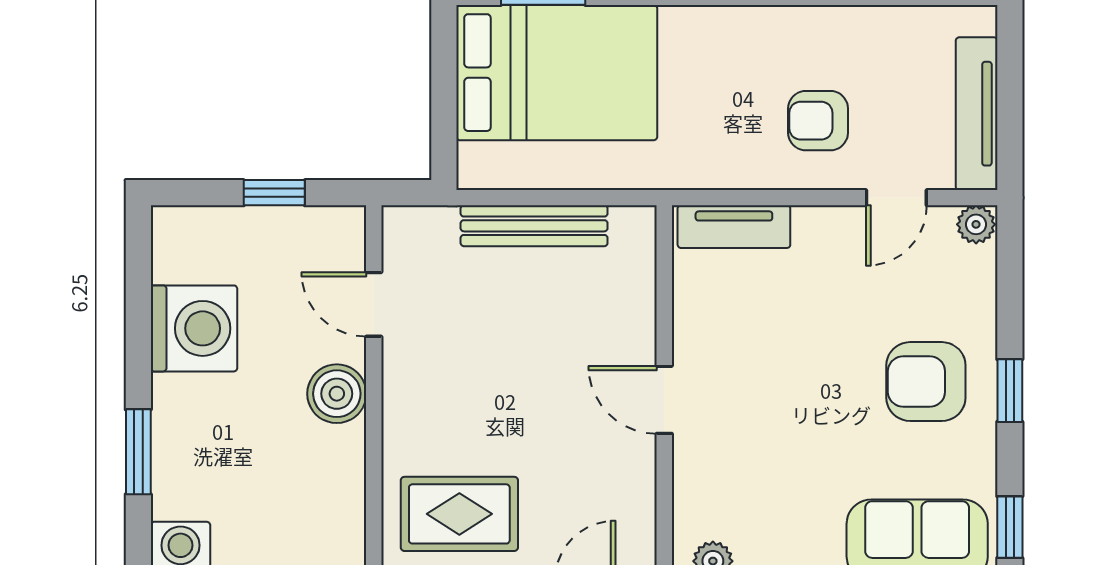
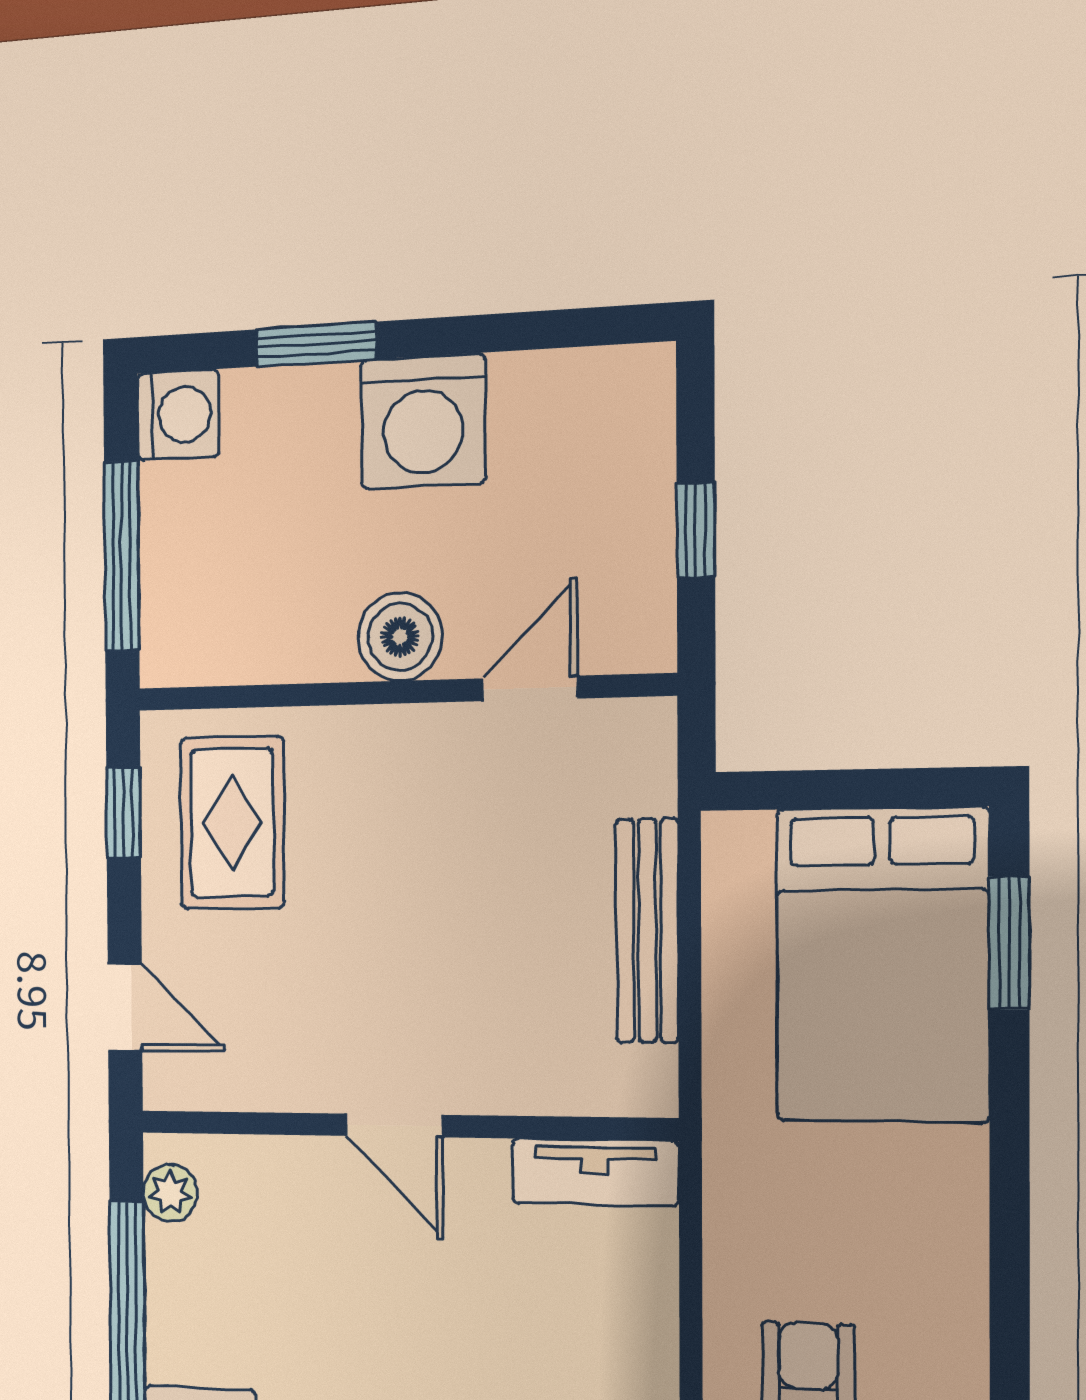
tv unit: (734, 227) -> (595, 1172), moved, turned -90
washing machine: (194, 328) -> (423, 421), moved
door: (664, 400) -> (394, 1125), swing flipped

